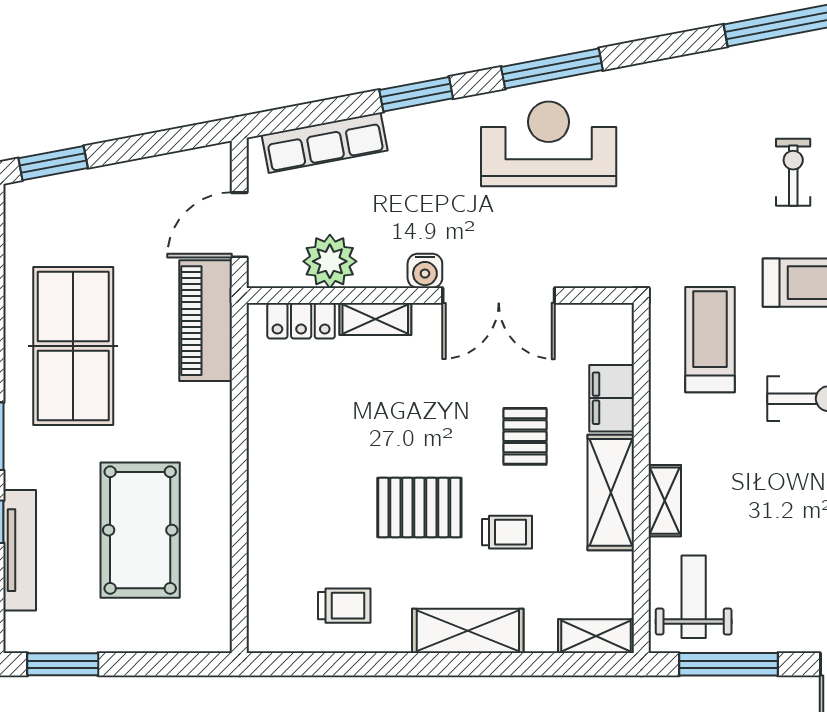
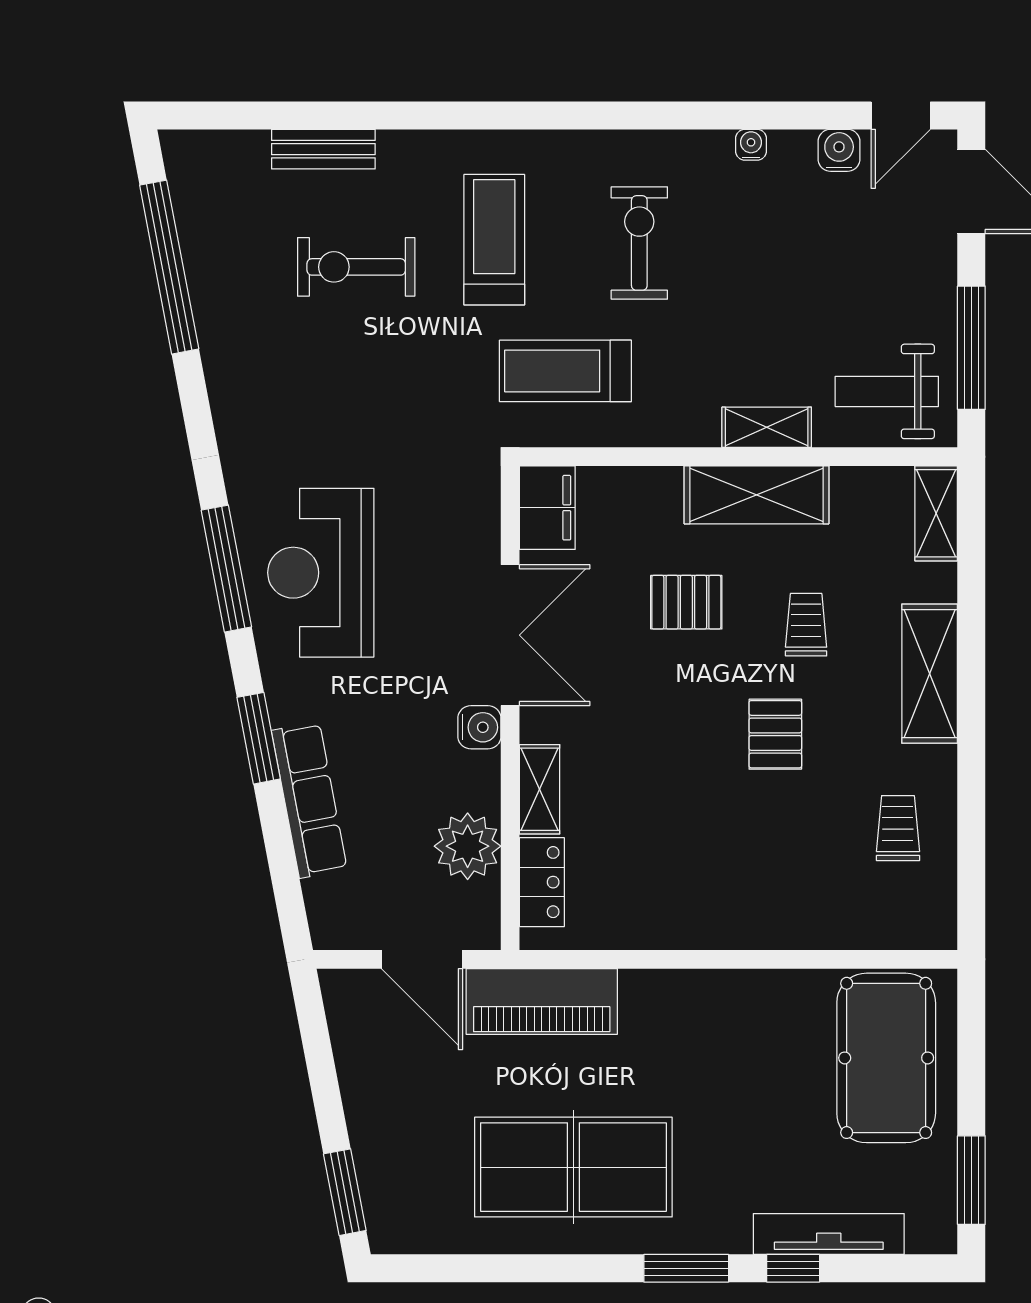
row of seats: (325, 143) -> (309, 800), moved
exercise bike: (793, 172) -> (356, 267), width x1.38, depth x1.39
filing cabinet: (612, 398) -> (547, 508), moved, turned -90
pallet: (419, 508) -> (775, 734), width x0.67, depth x0.71
pool table: (140, 530) -> (886, 1058), moved, turned 90

